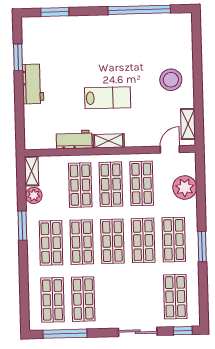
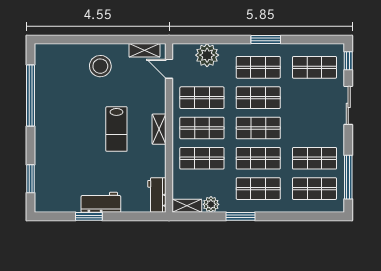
window: (18, 57) -> (89, 216), moved
lab bench: (108, 98) -> (116, 129), turned 180
workbench: (74, 140) -> (157, 195), moved

